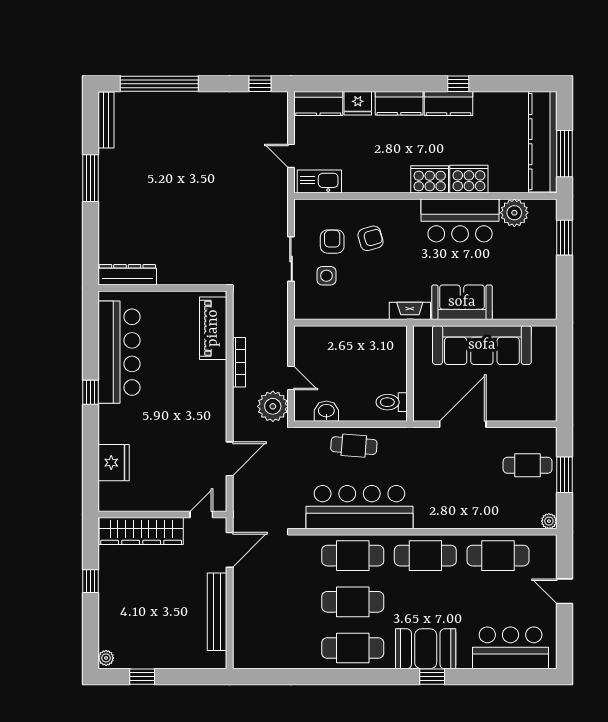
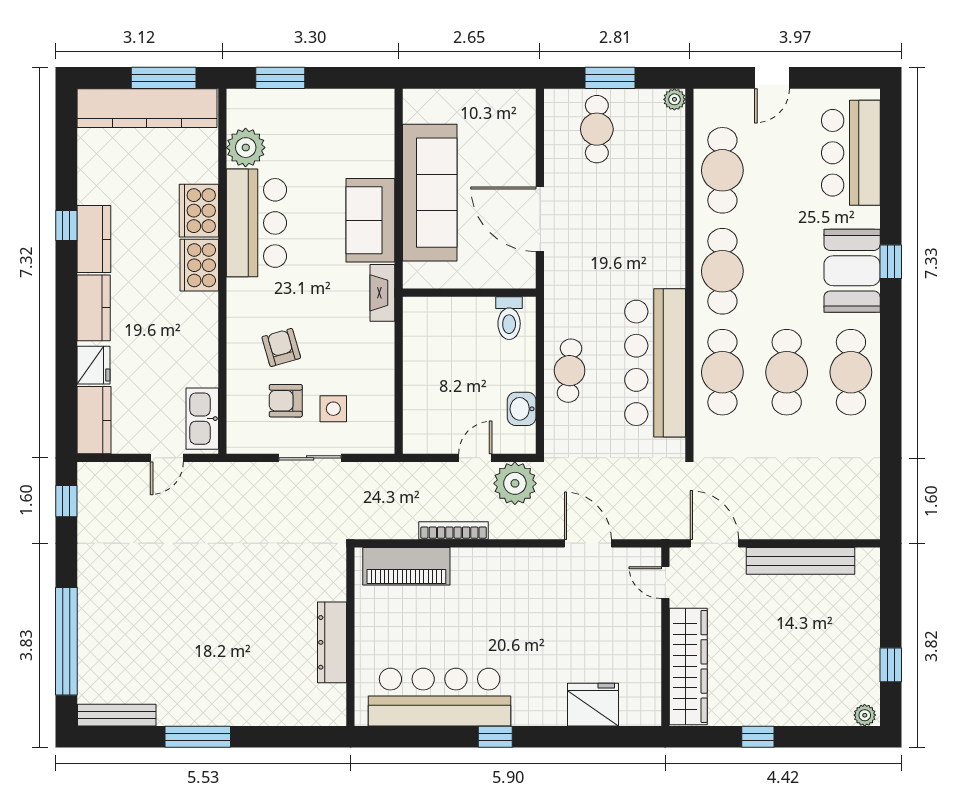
dresser: (127, 275) -> (332, 642), moved

